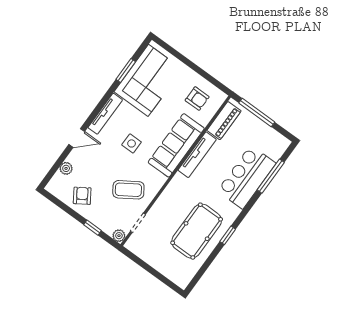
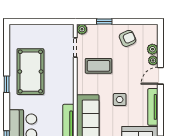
plant: (73, 157) -> (153, 60), added
coffee table: (128, 190) -> (98, 66), turned 33
armchair: (82, 196) -> (128, 38), turned -81

